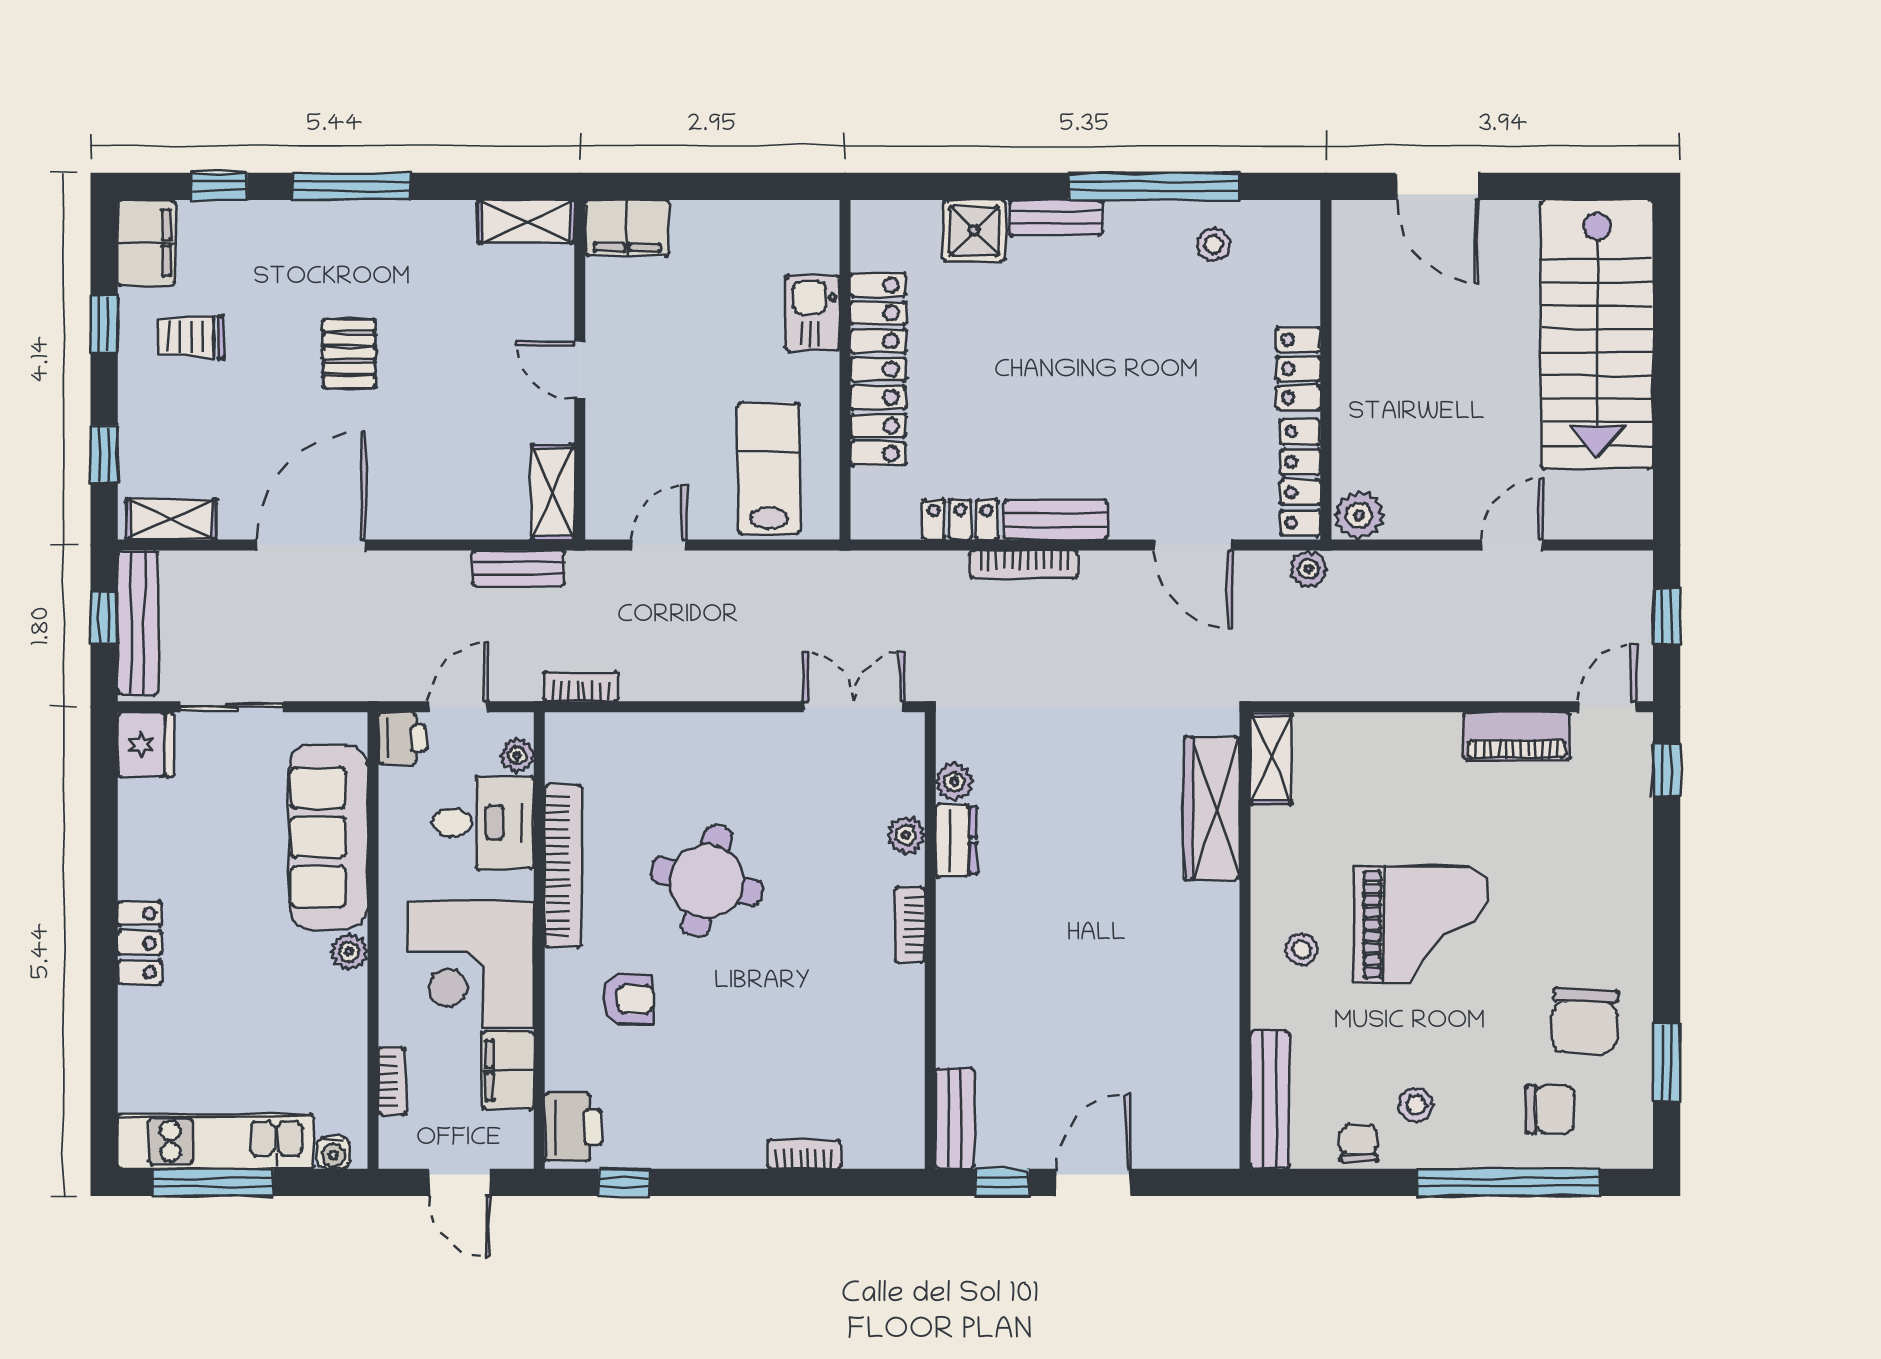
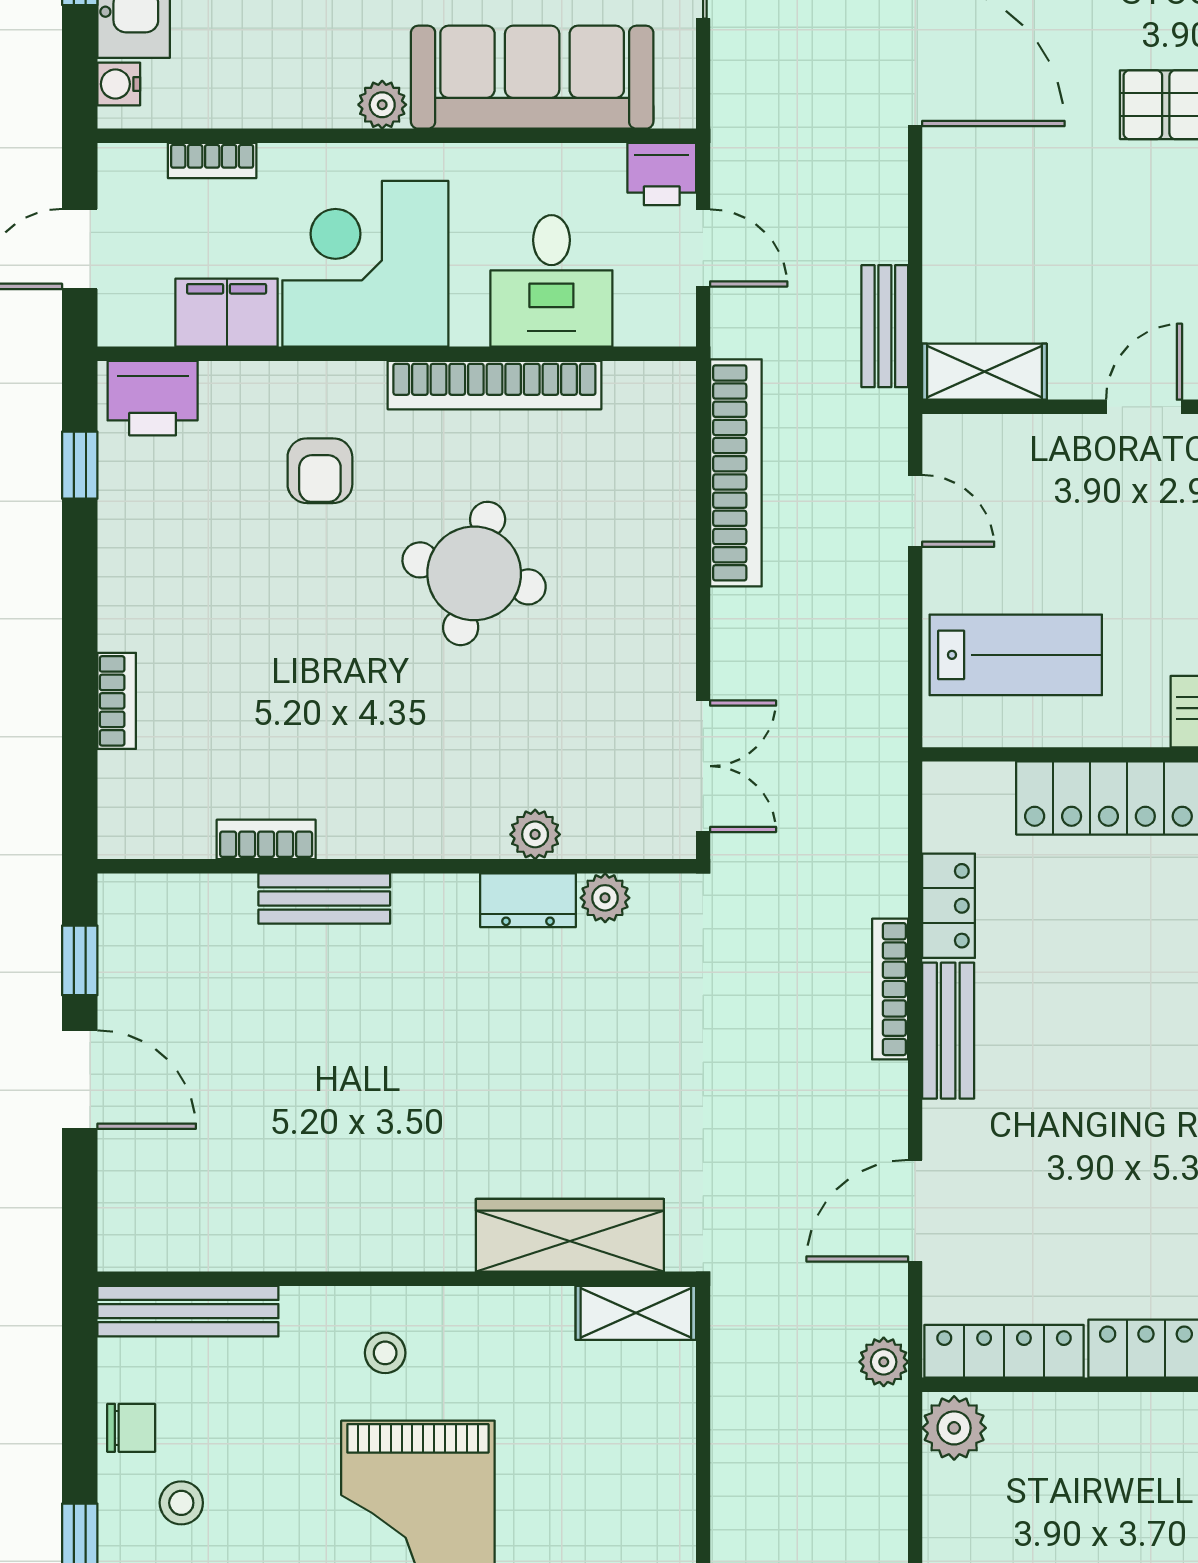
bookcase: (581, 686) -> (736, 473), width x2.31, depth x1.31
plant: (517, 755) -> (639, 325), removed
bookcase: (910, 925) -> (266, 839), moved
bench: (955, 1119) -> (324, 899), moved

